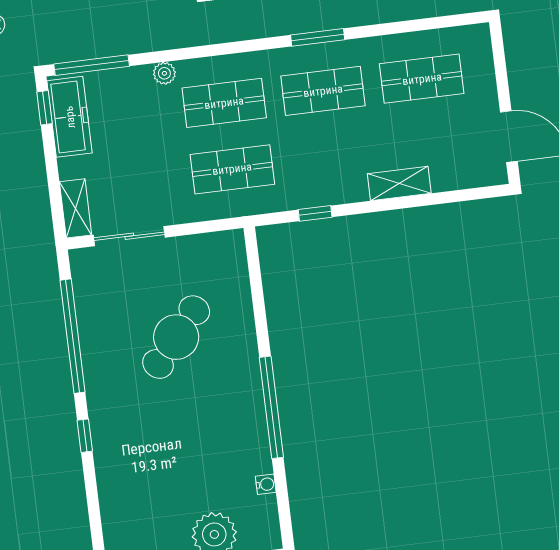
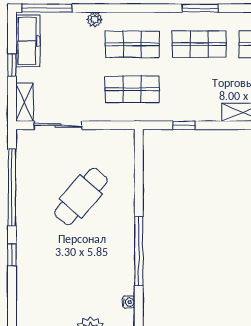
window: (45, 108) -> (12, 65), moved

